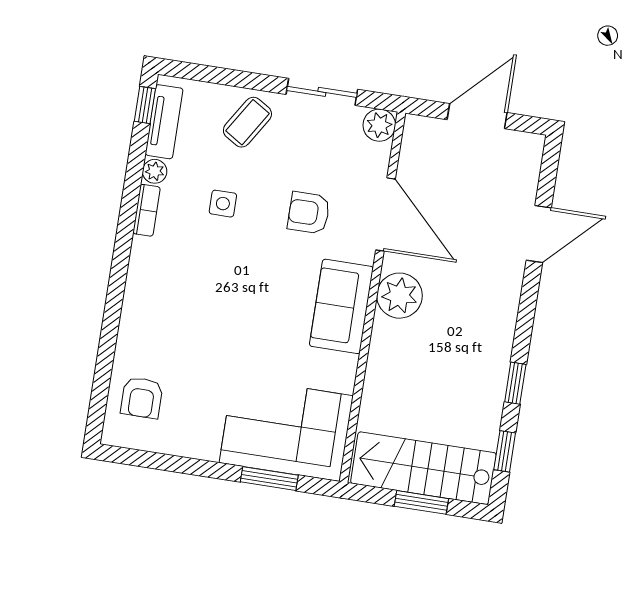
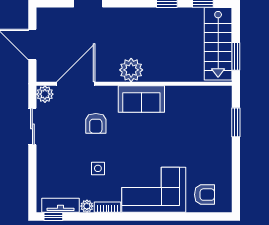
coffee table: (247, 122) -> (54, 162), removed
door: (385, 214) -> (76, 84), moved
corner sofa: (286, 429) -> (154, 190), moved, turned 90
window: (421, 502) -> (236, 56), moved

